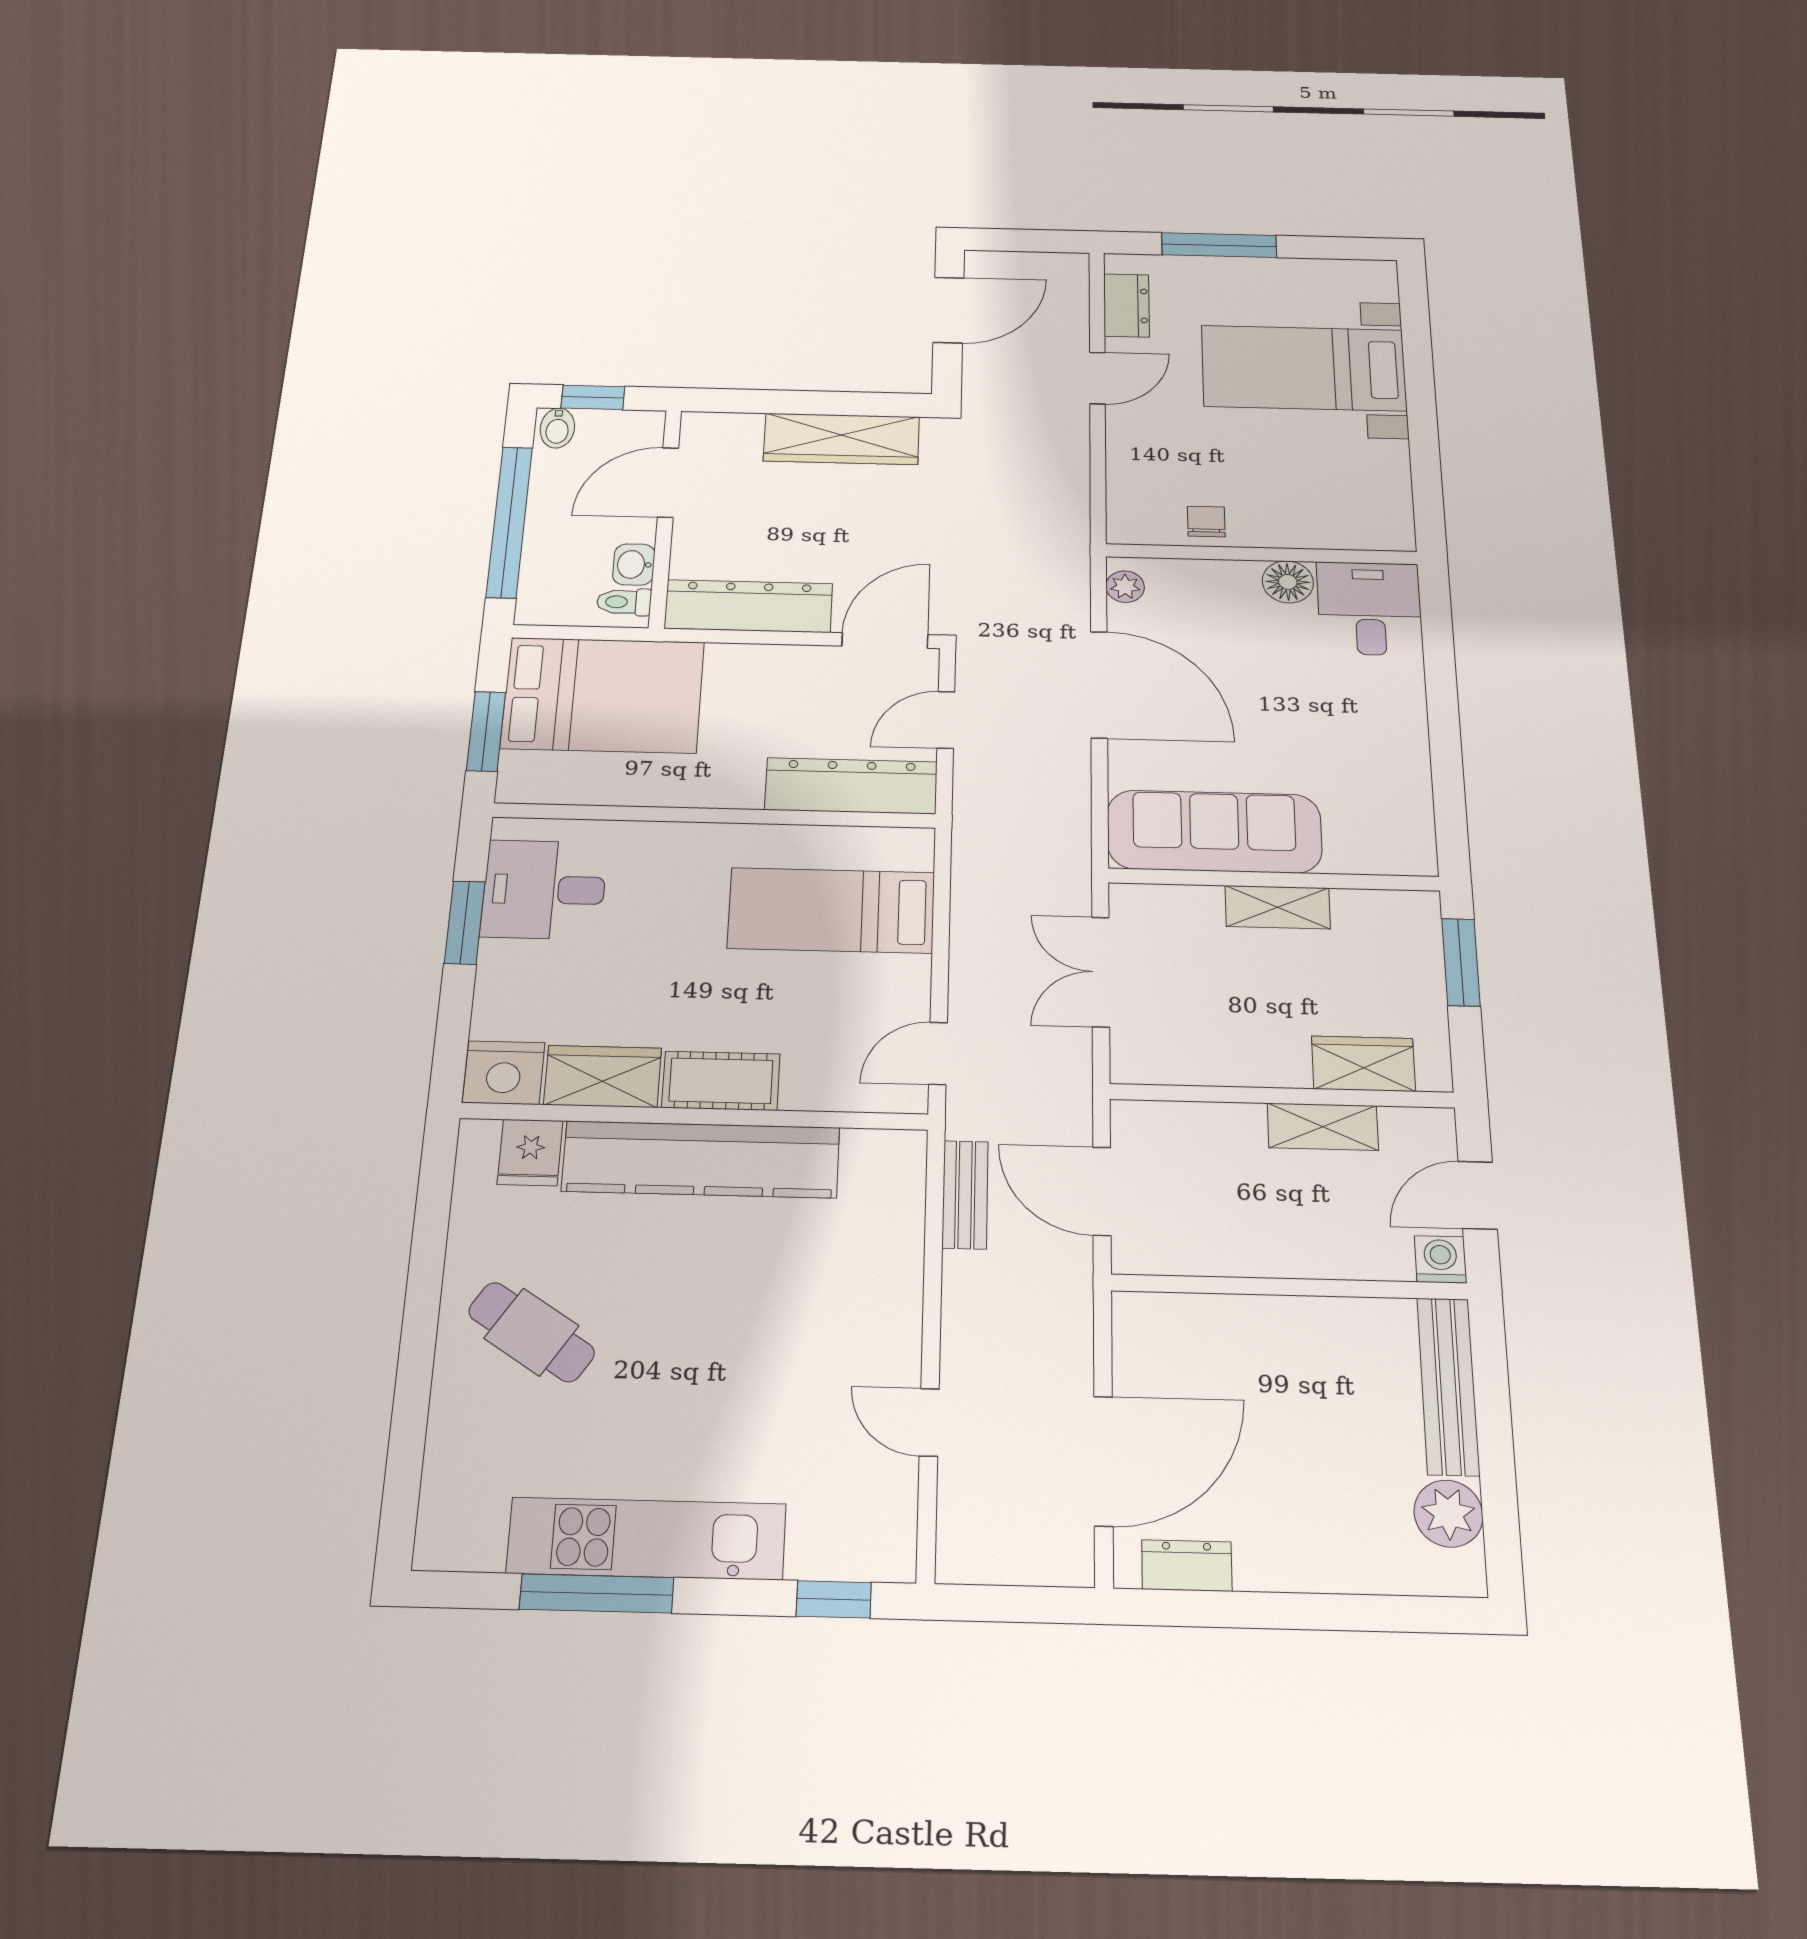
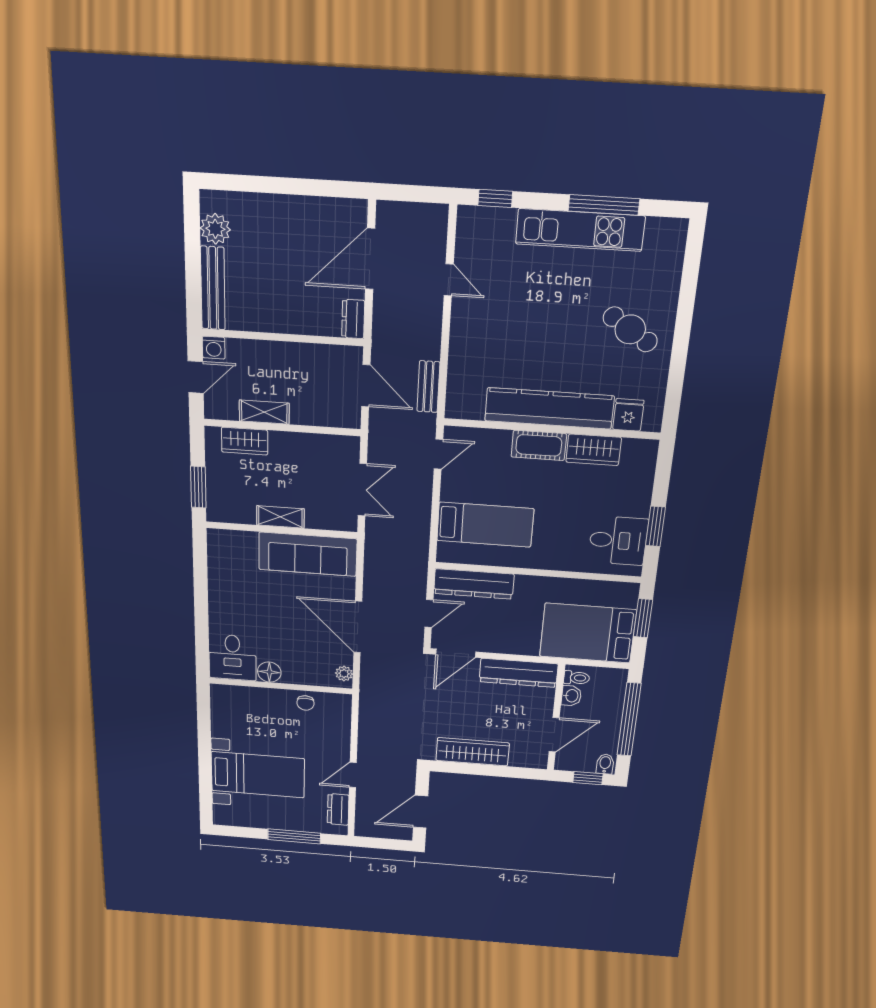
nightstand: (504, 1073) -> (639, 454), removed
dresser: (1187, 1566) -> (353, 319), moved, turned 90

